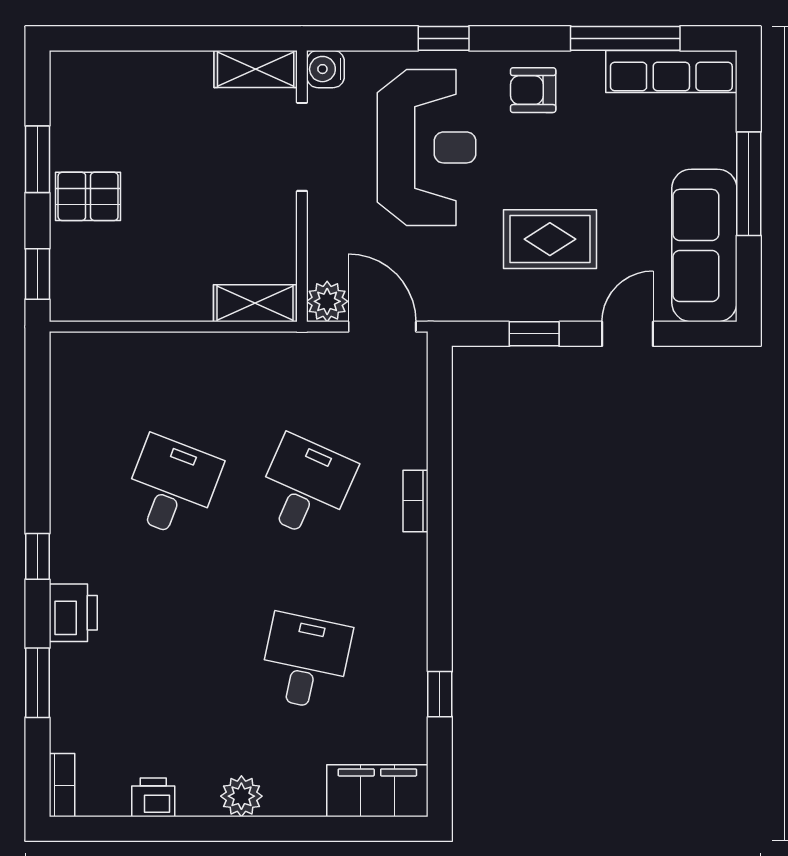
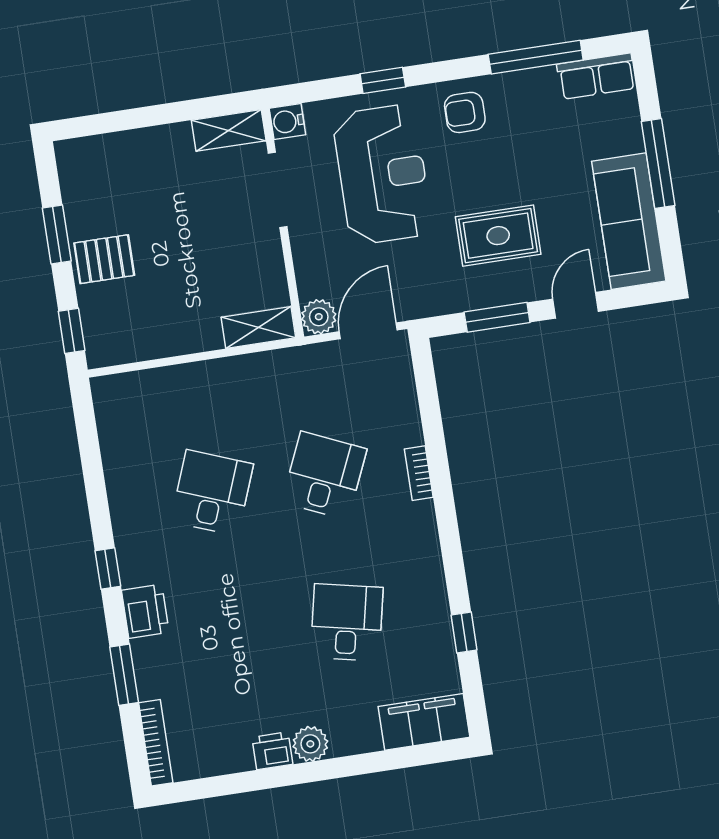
row of seats: (671, 71) -> (596, 76), width x0.68
door: (382, 327) -> (368, 331), hinge flipped
window: (534, 334) -> (497, 317), width x1.50
bookcase: (62, 785) -> (156, 743), width x1.56
printer: (153, 797) -> (272, 751), moved

